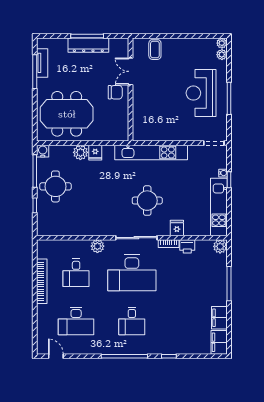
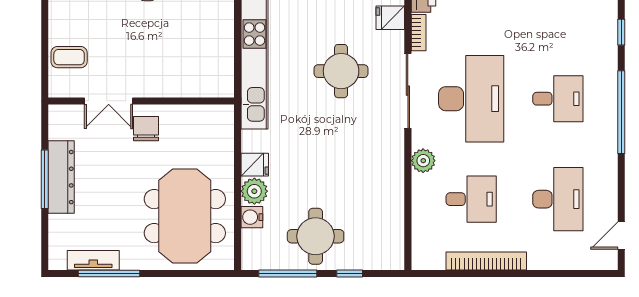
water cooler: (43, 151) -> (252, 217), moved

